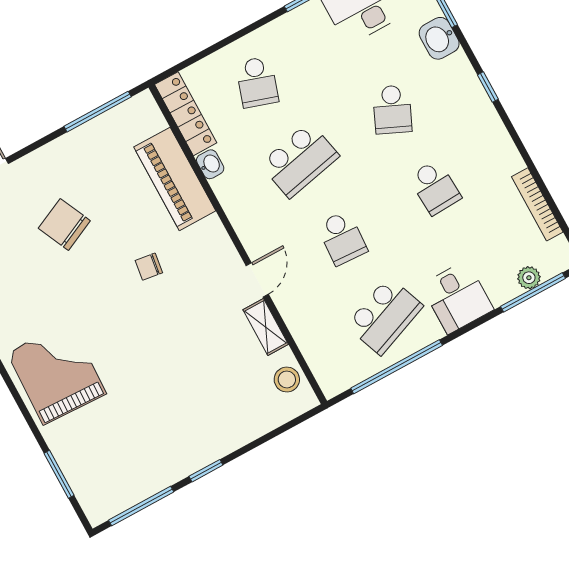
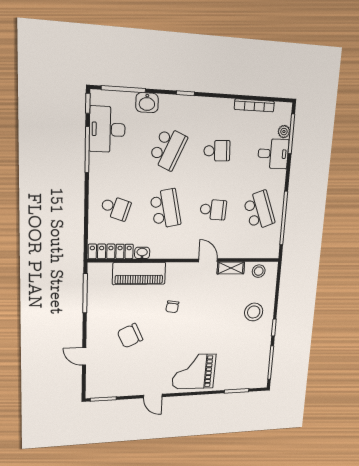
school desk: (392, 109) -> (168, 149), width x1.85
desk: (457, 297) -> (273, 154), moved
stool: (214, 415) -> (254, 312), added

